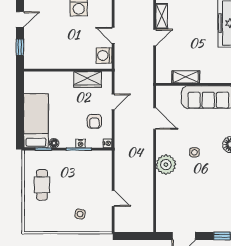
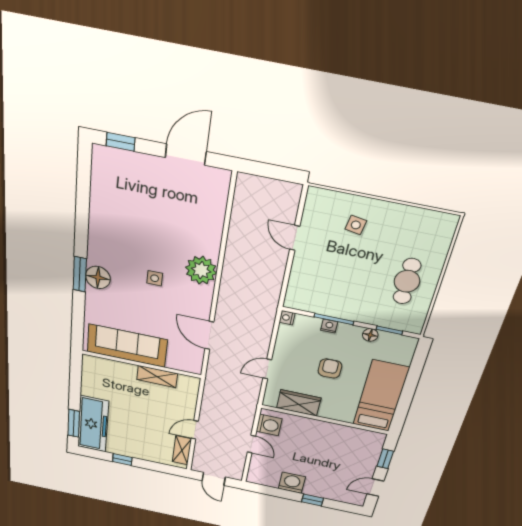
bed: (36, 121) -> (381, 396), moved, turned 180
armchair: (94, 121) -> (330, 368), moved

